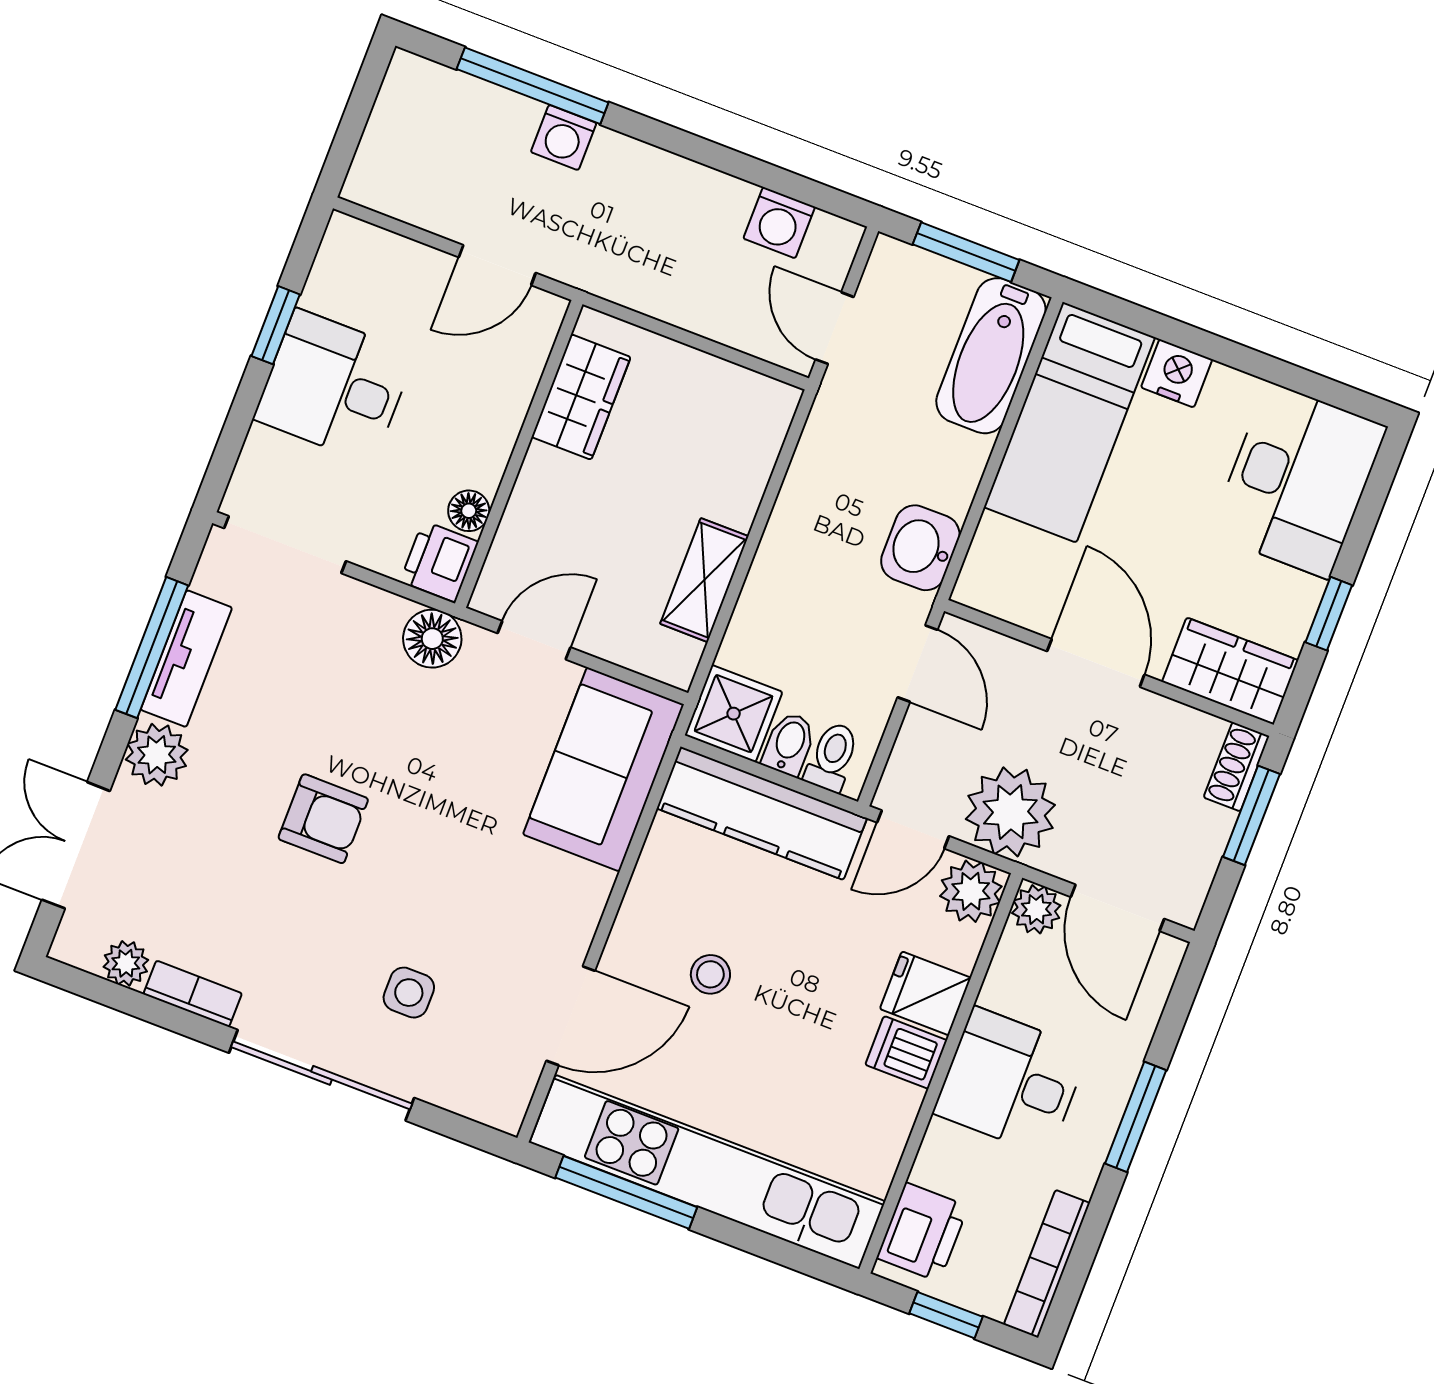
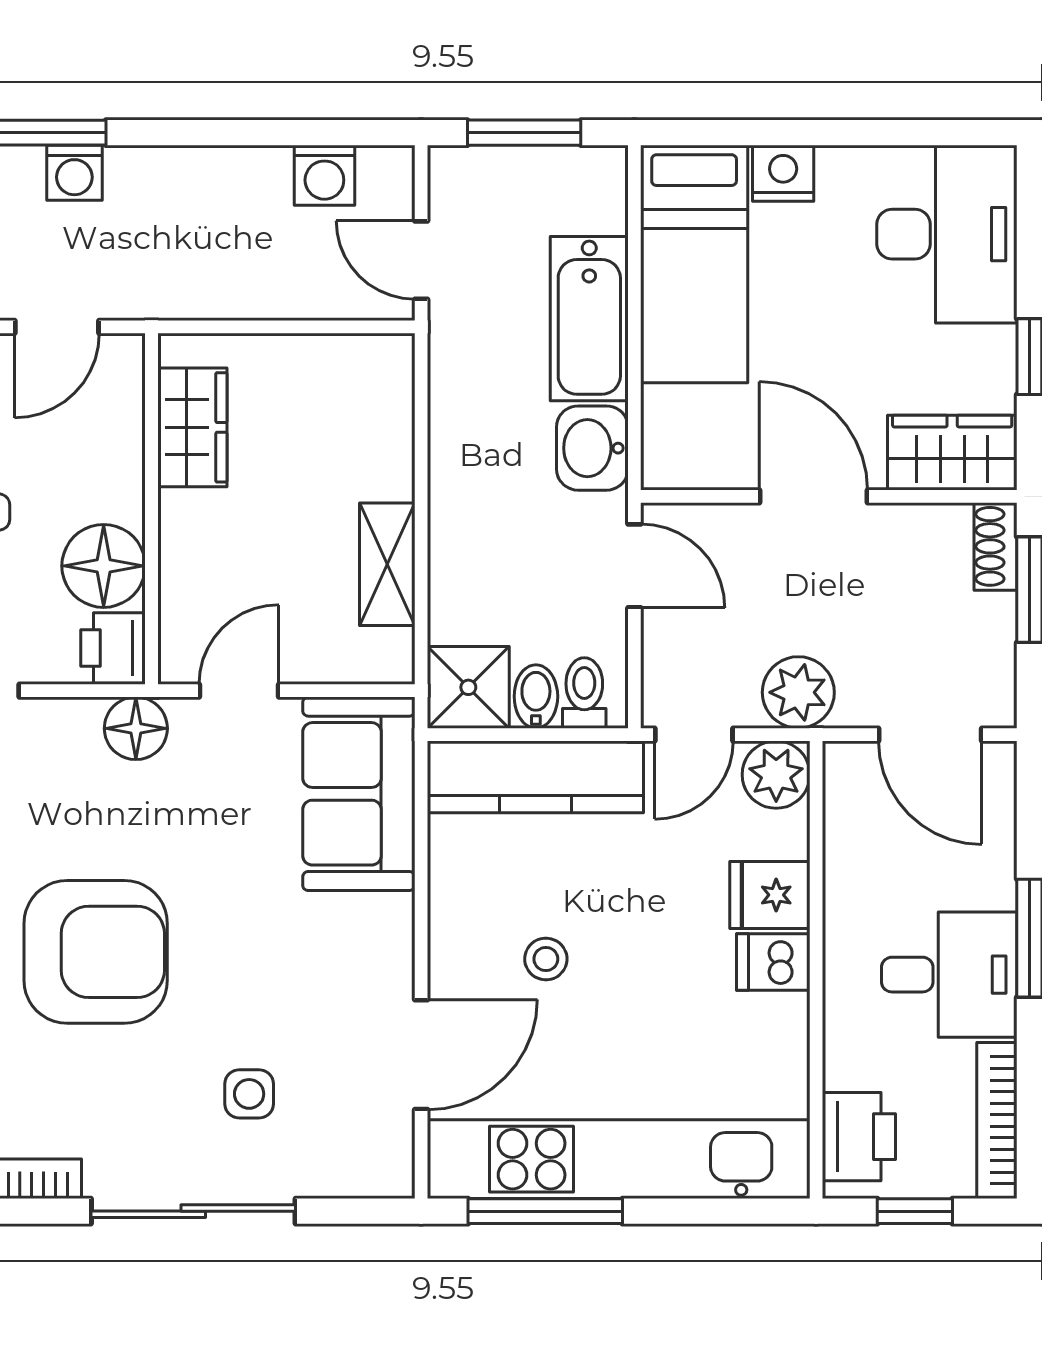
bathtub: (991, 356) -> (589, 319), moved
floor lamp: (469, 511) -> (104, 566), width x1.89, depth x1.89
plant: (1010, 812) -> (798, 692), width x0.73, depth x0.73
armchair: (323, 819) -> (96, 952), width x1.88, depth x1.88
plant: (1036, 909) -> (849, 767), removed
desk: (1011, 1081) -> (949, 975), moved, turned 180

